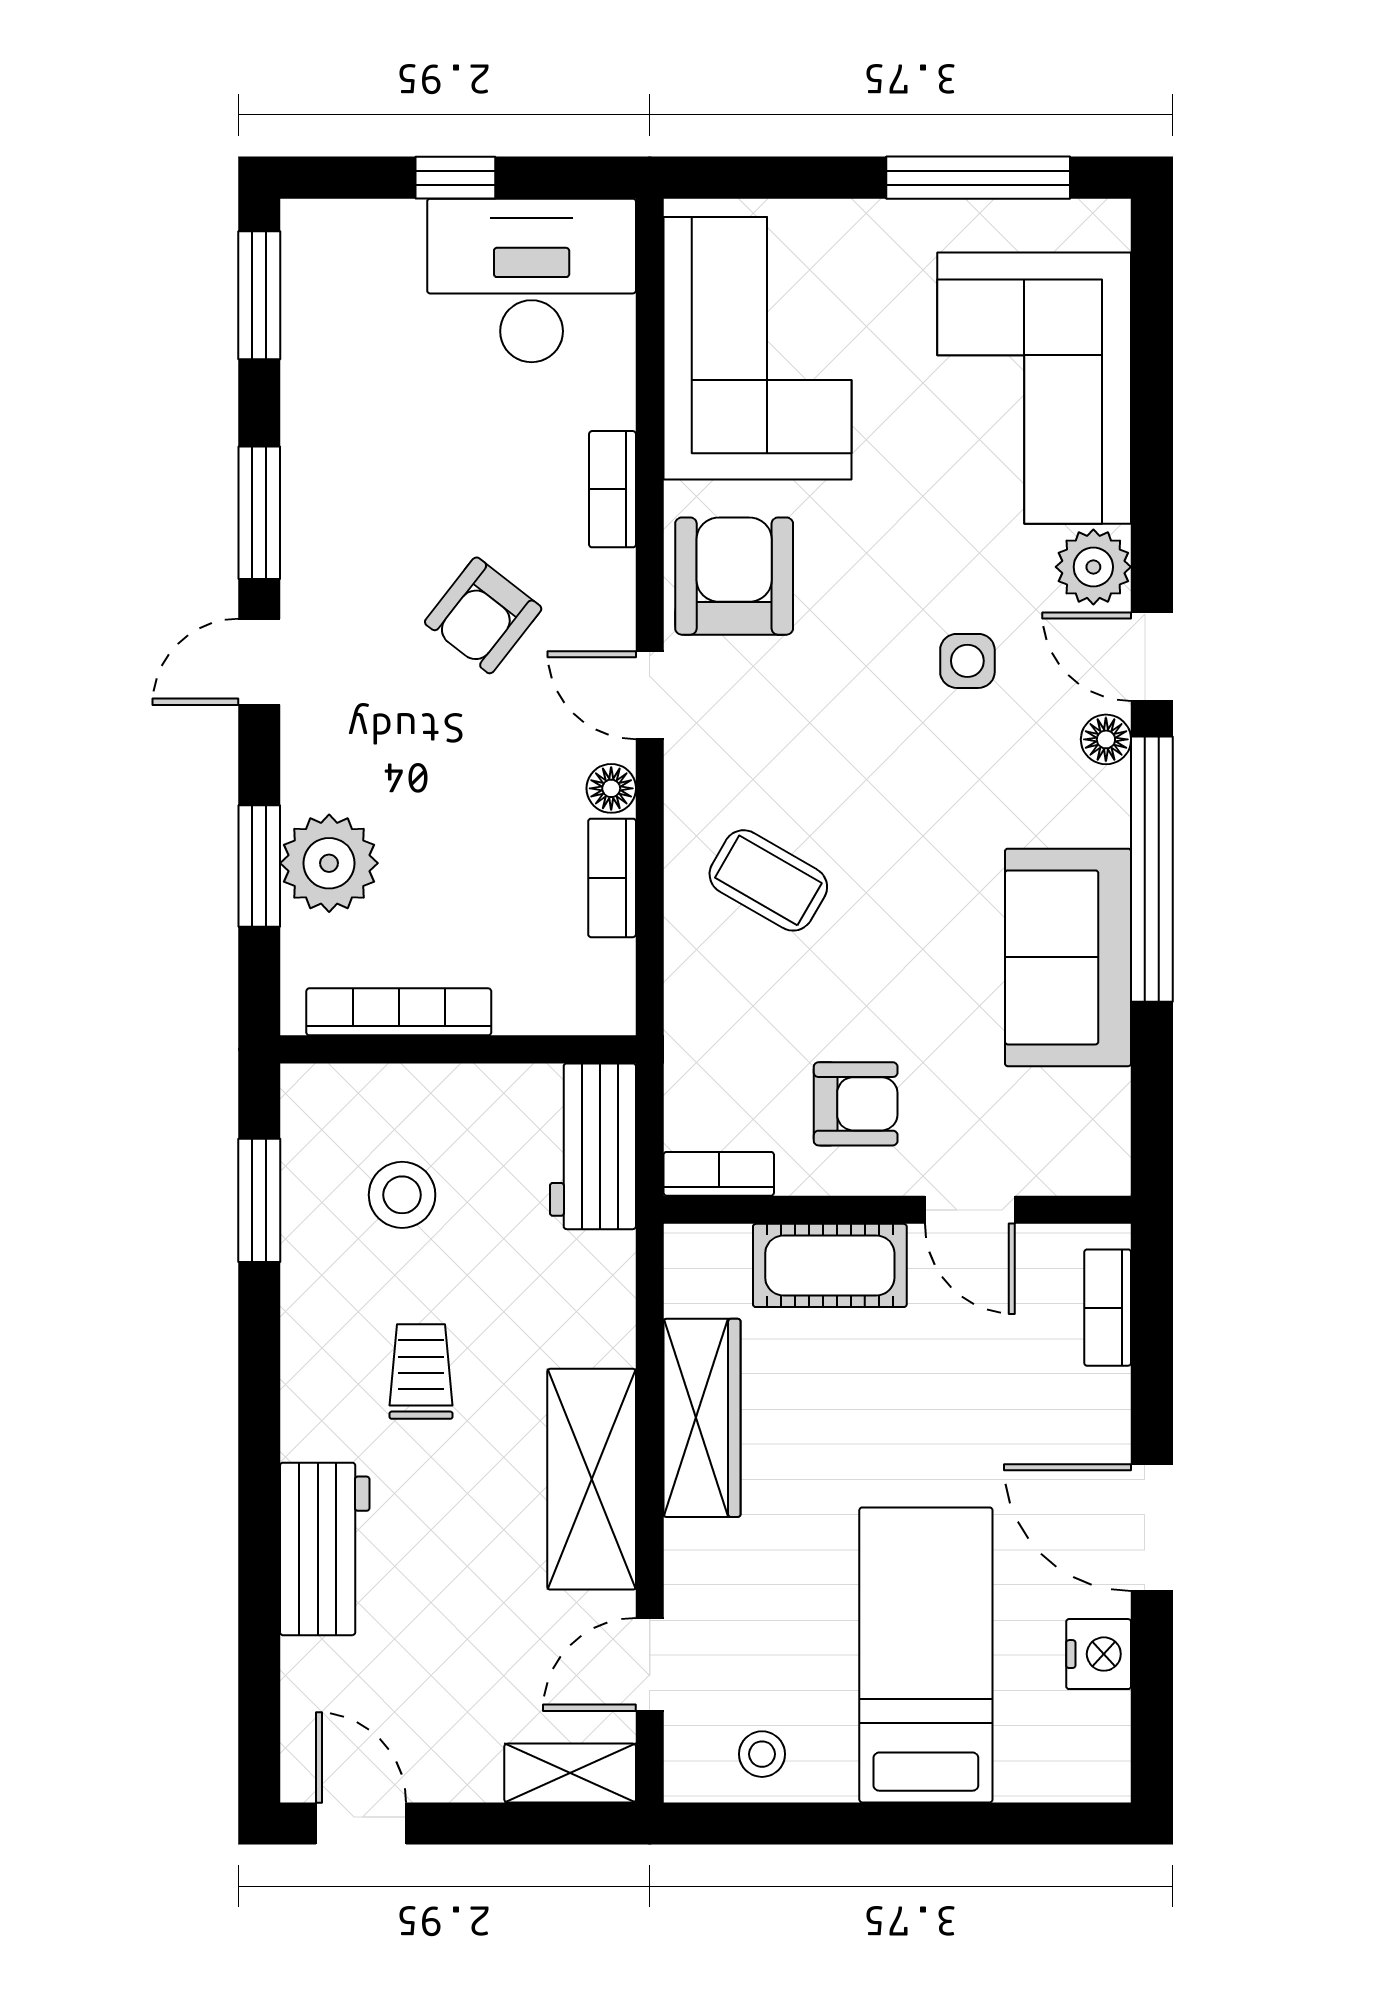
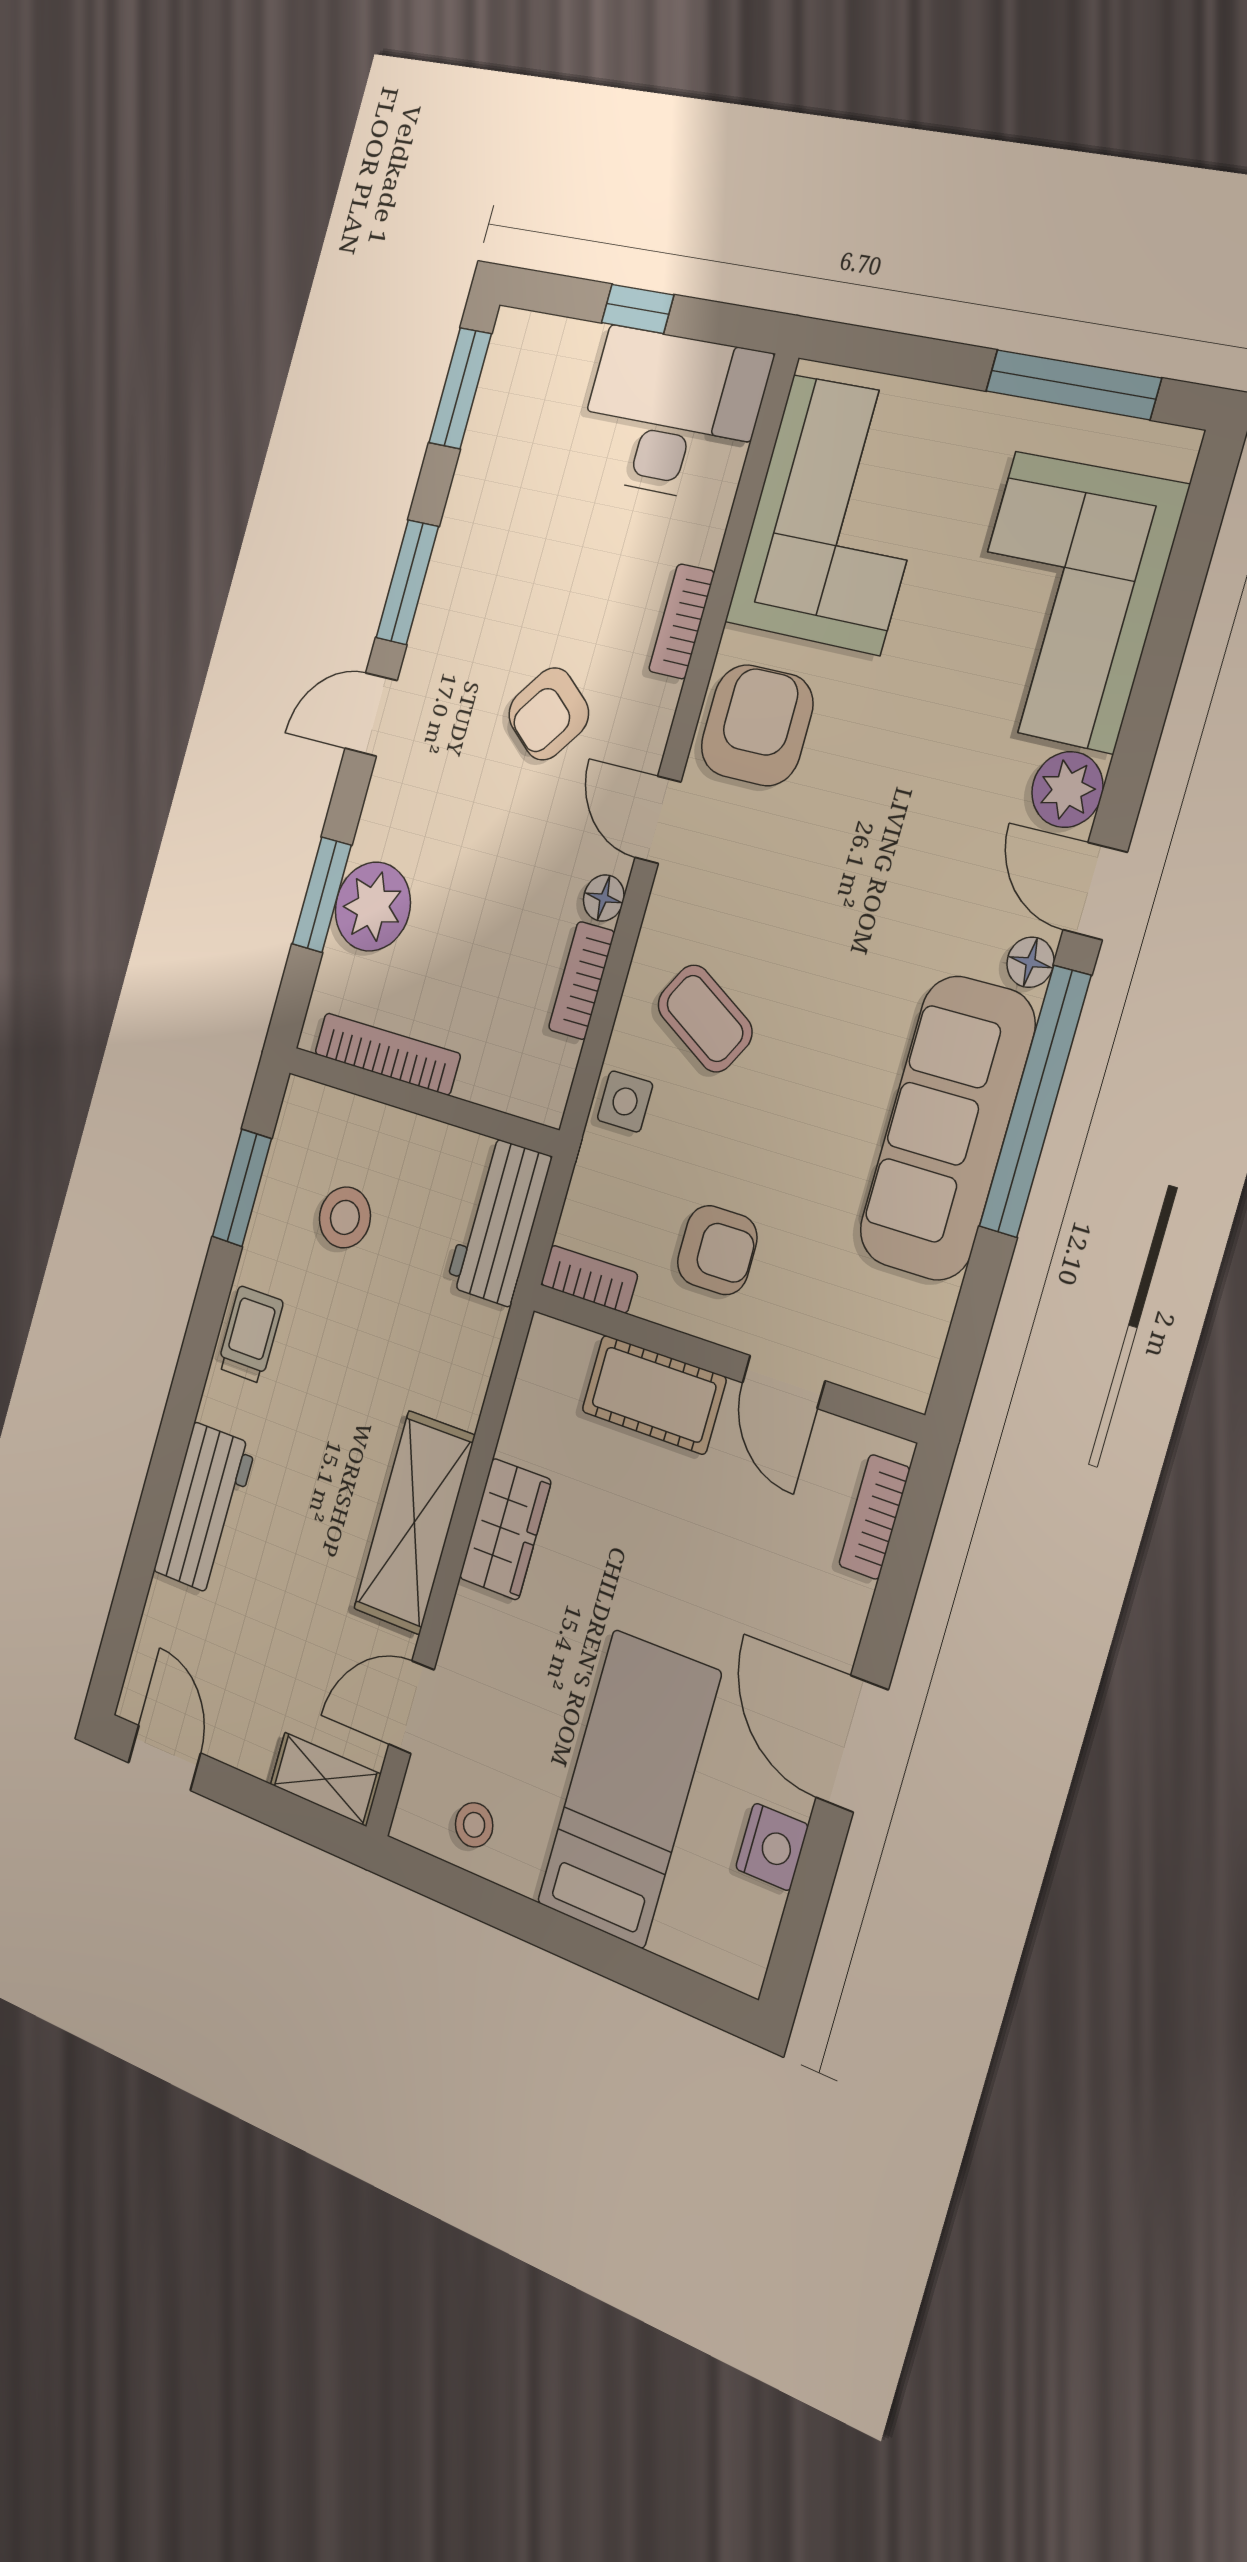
side table: (967, 661) -> (625, 1101), moved
sofa: (1068, 957) -> (947, 1128), width x1.36
trolley: (421, 1372) -> (250, 1334), moved
wardrobe: (702, 1418) -> (505, 1529), width x0.67

